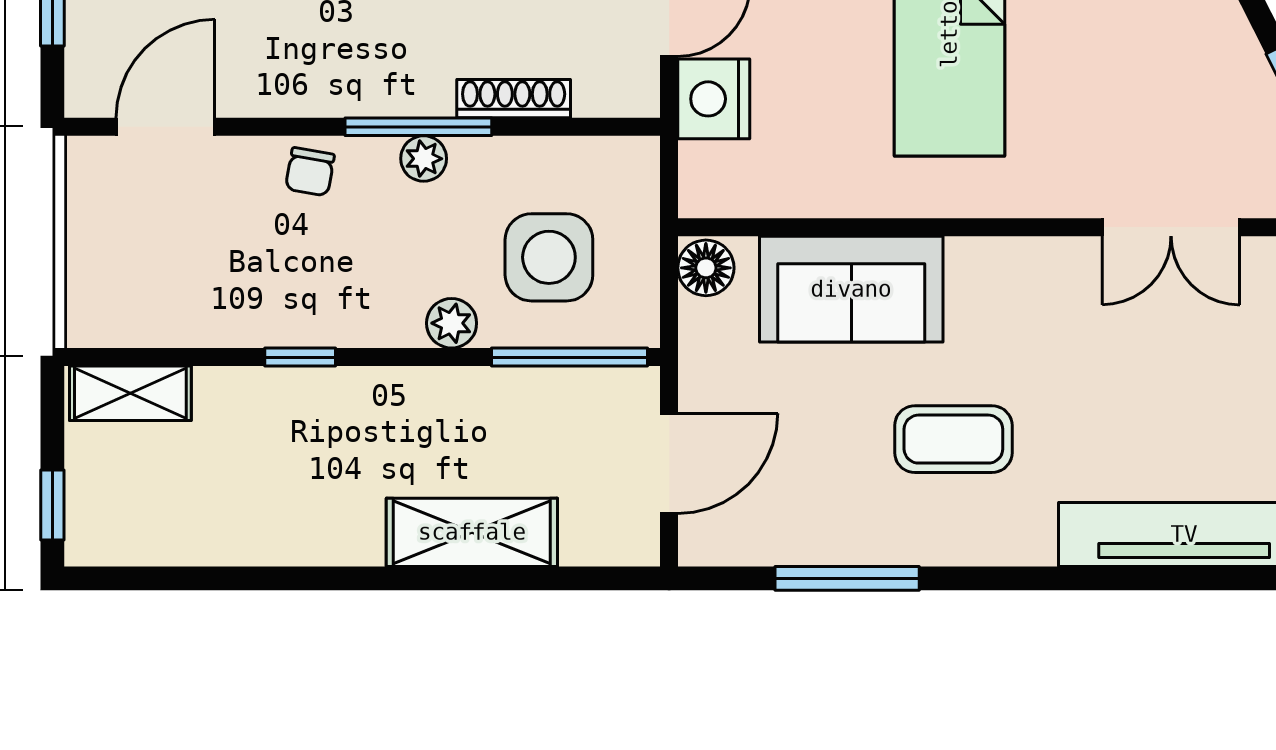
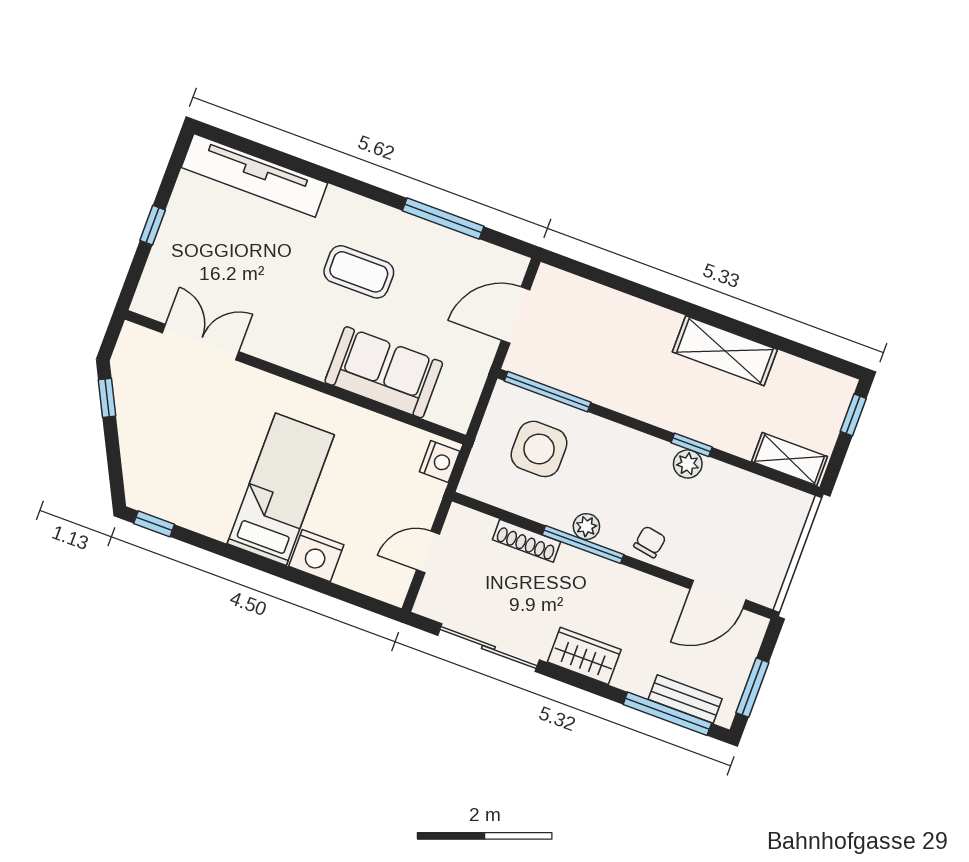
nightstand: (714, 99) -> (440, 461), moved, width x0.74, depth x0.75
floor lamp: (706, 268) -> (457, 412), removed
plant: (452, 323) -> (688, 464), moved
shelving: (472, 532) -> (725, 351), moved

